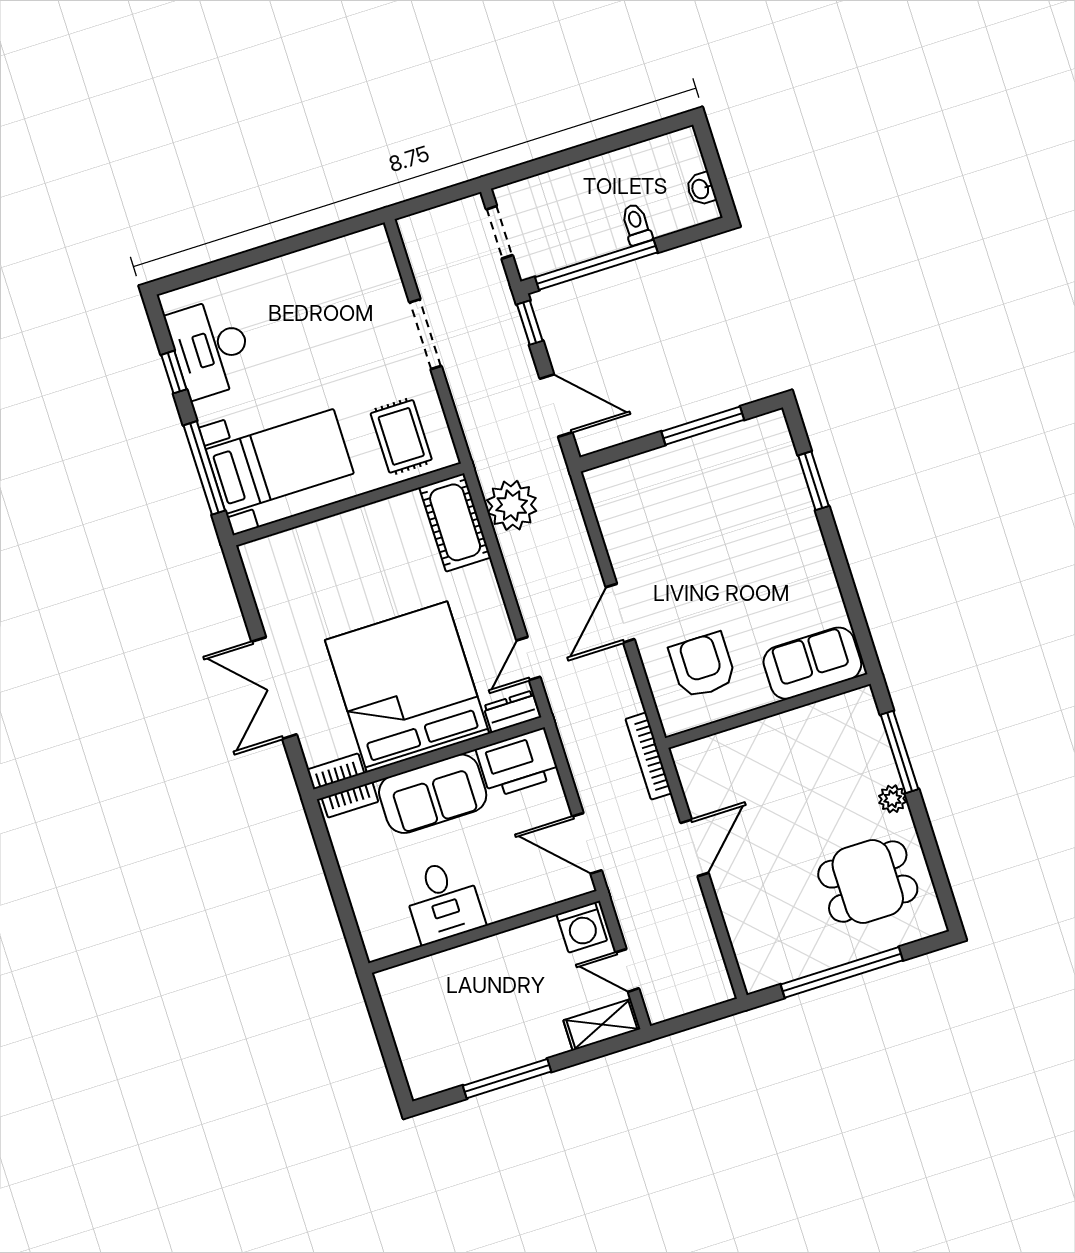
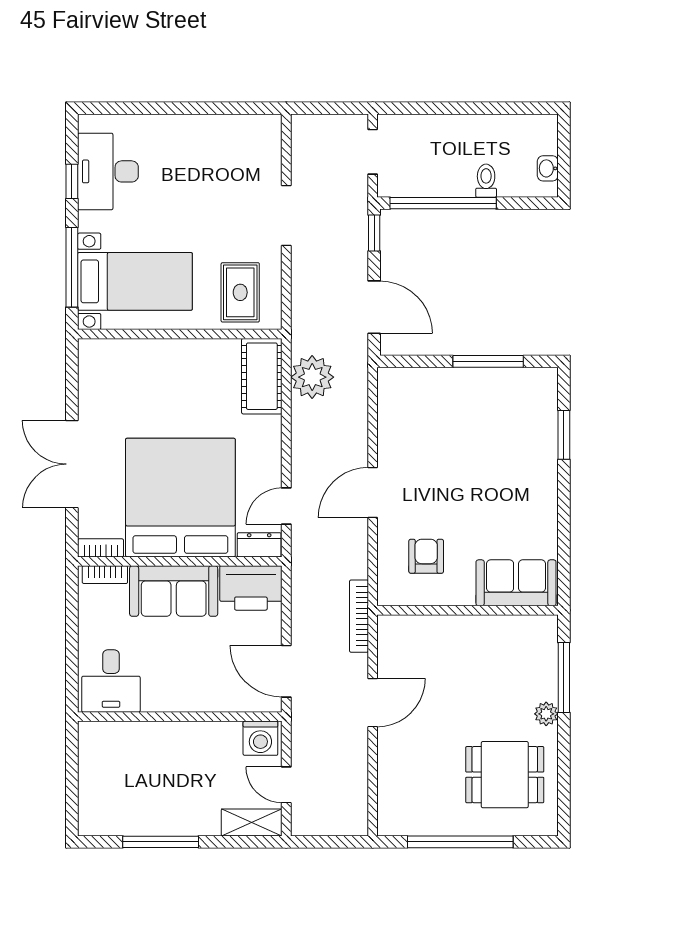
armchair: (702, 665) -> (426, 556), width x0.72, depth x0.72
desk: (443, 901) -> (111, 681), moved

